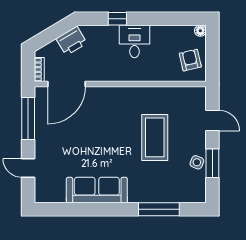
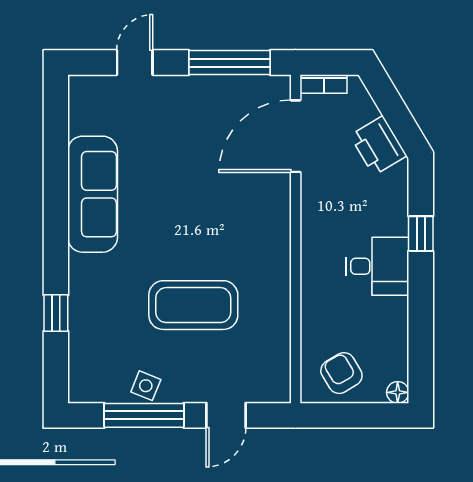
armchair: (190, 60) -> (341, 373), turned -108
door: (67, 84) -> (296, 136), hinge flipped
window: (212, 163) -> (144, 415), width x1.44
window: (159, 209) -> (56, 313), width x0.46

